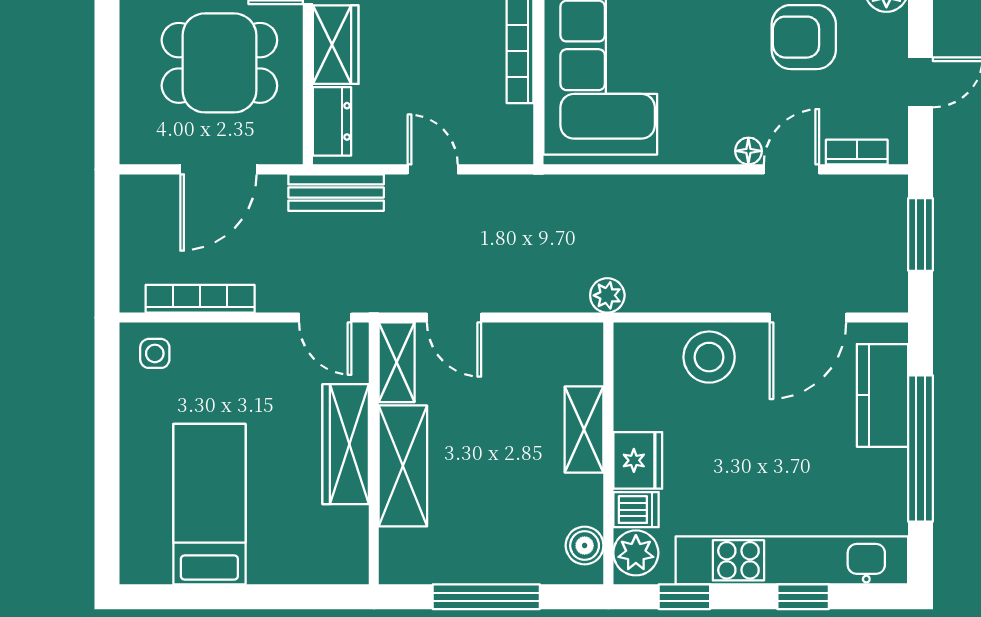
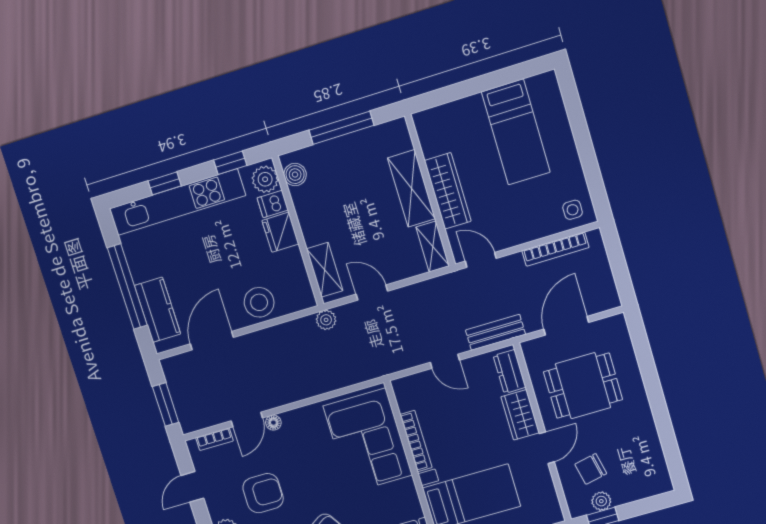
door: (454, 318) -> (372, 293), moved
shelving: (584, 430) -> (325, 270), moved

